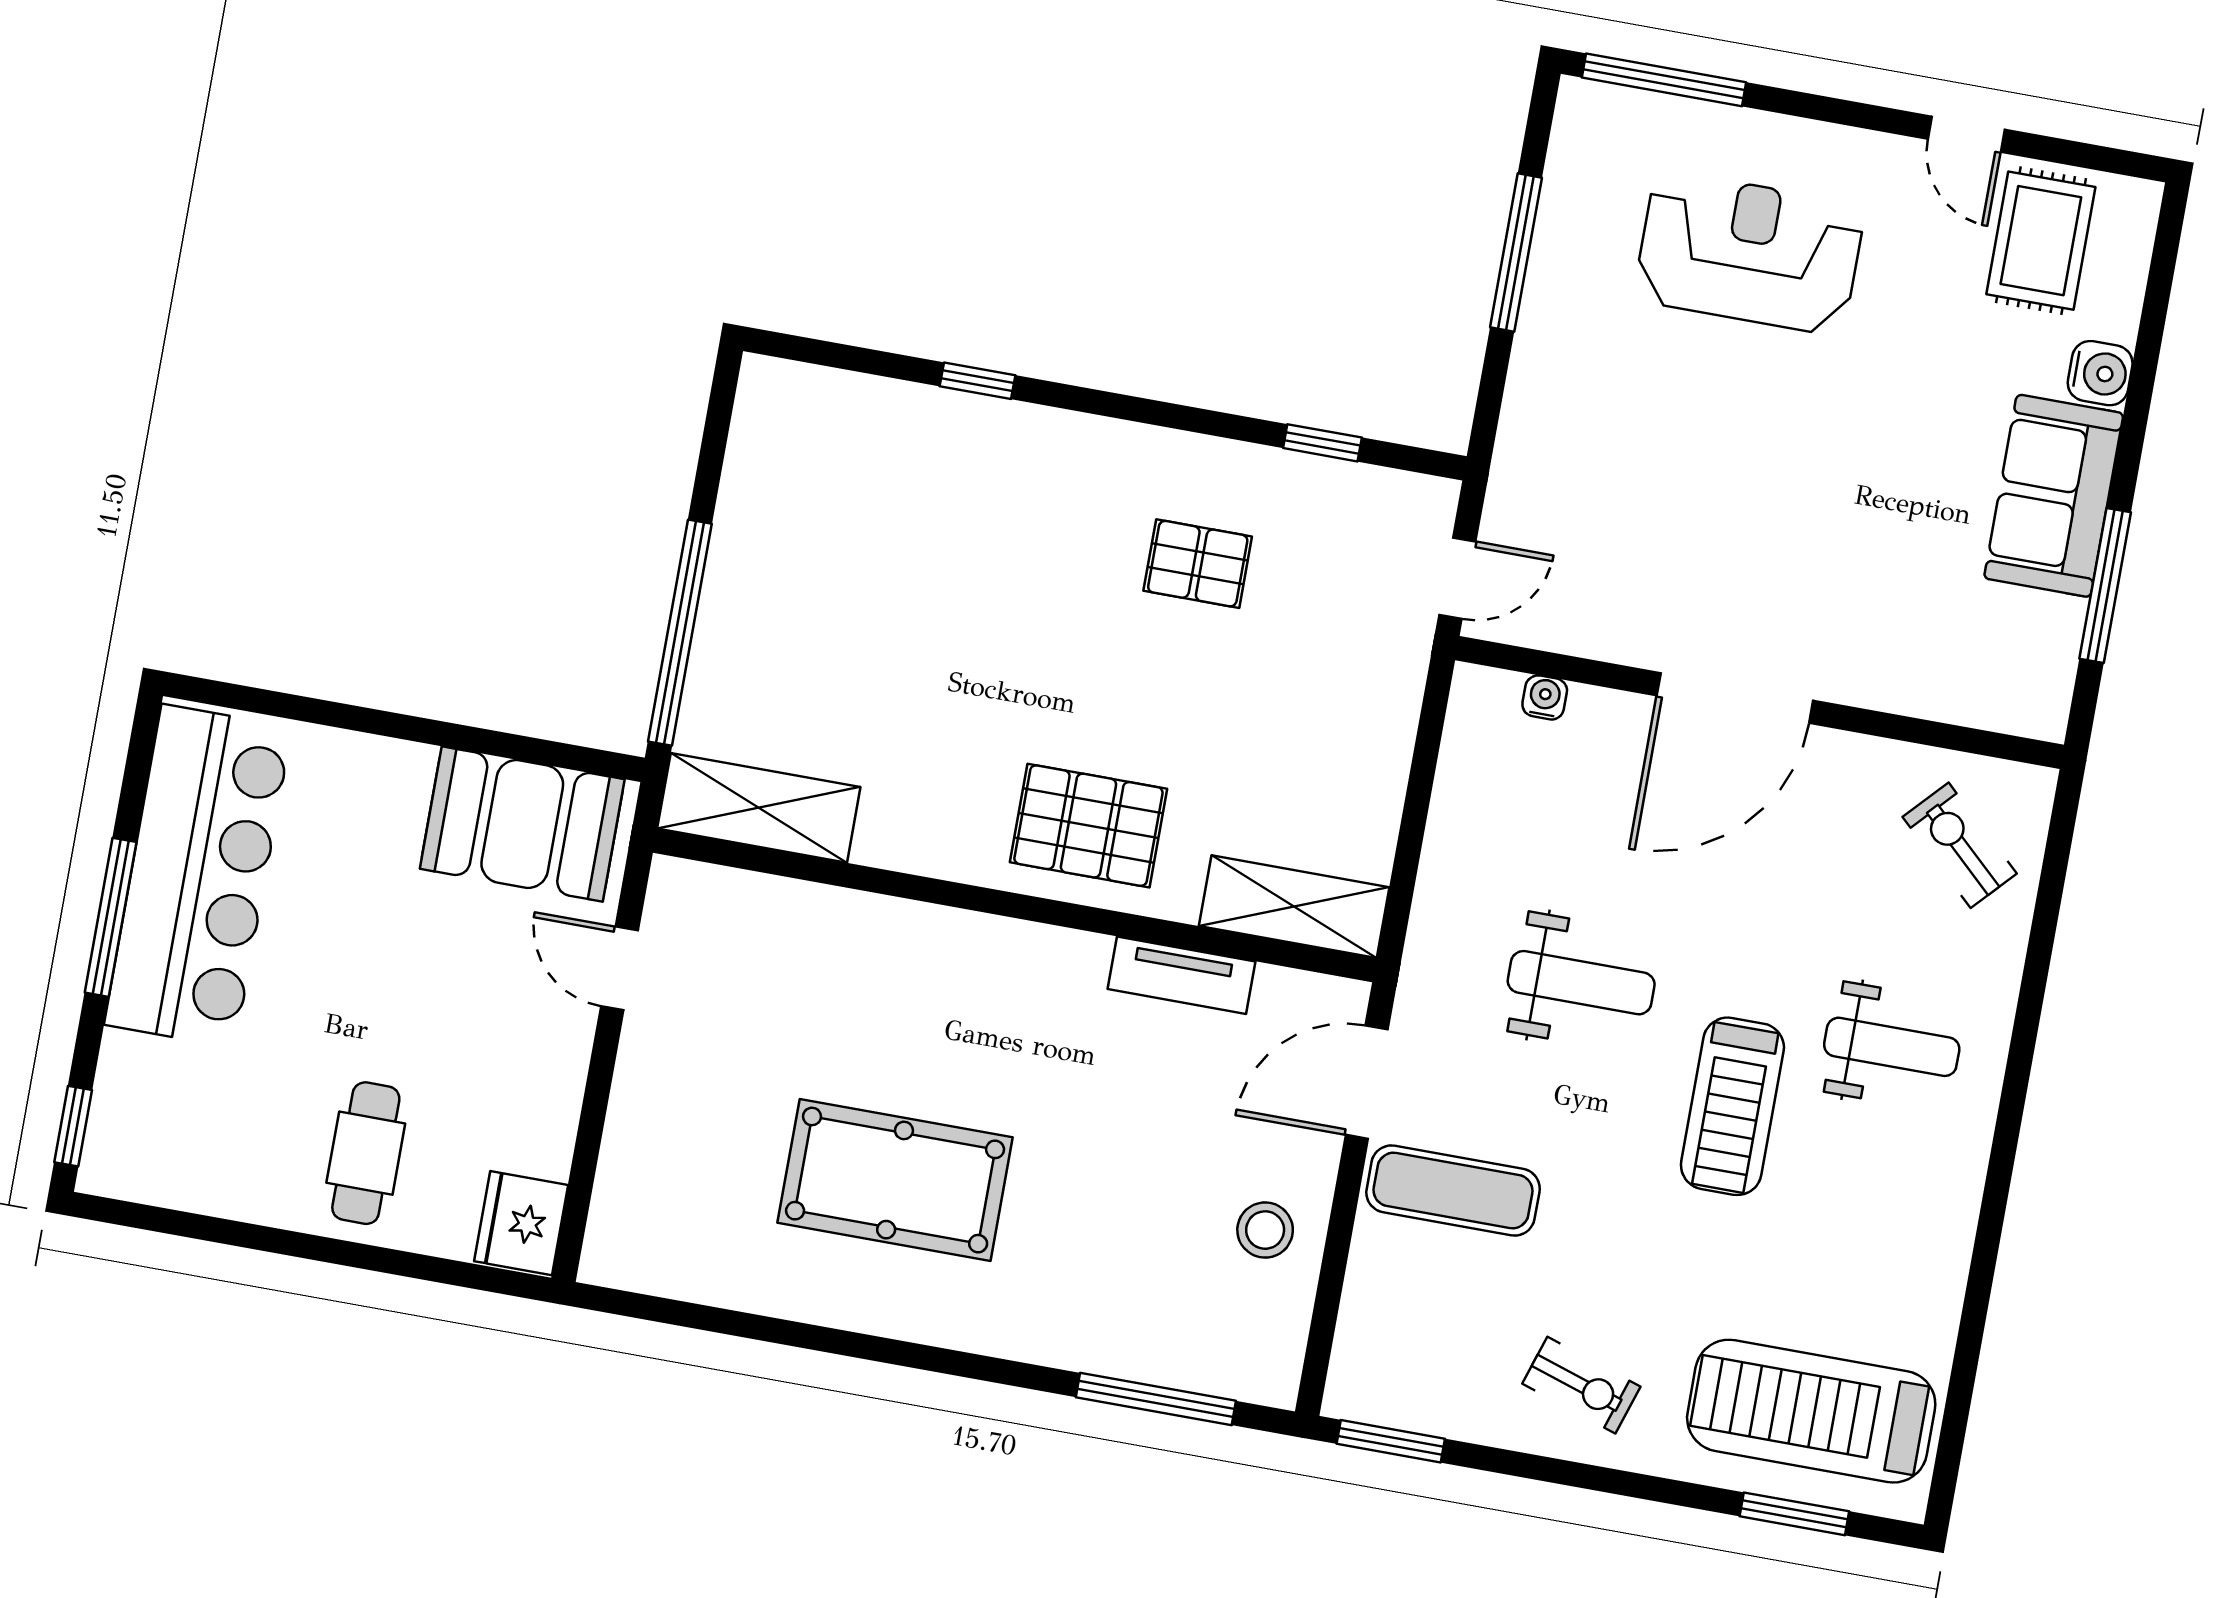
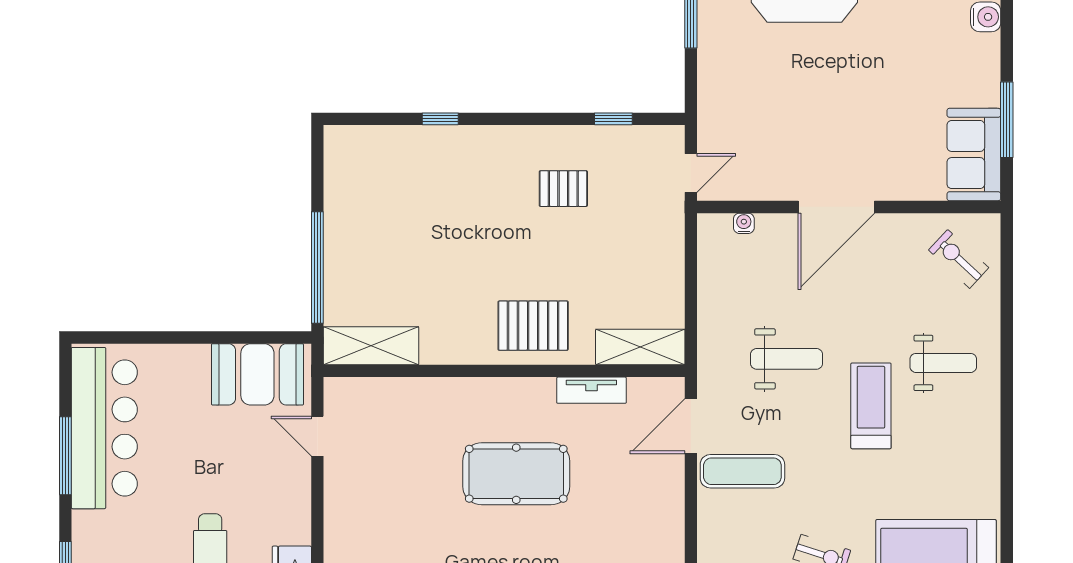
sofa: (2054, 496) -> (974, 155), moved
treadmill: (1732, 1106) -> (871, 406), turned 180
pool table: (895, 1180) -> (516, 474), moved
stool: (1265, 1230) -> (654, 507), removed

